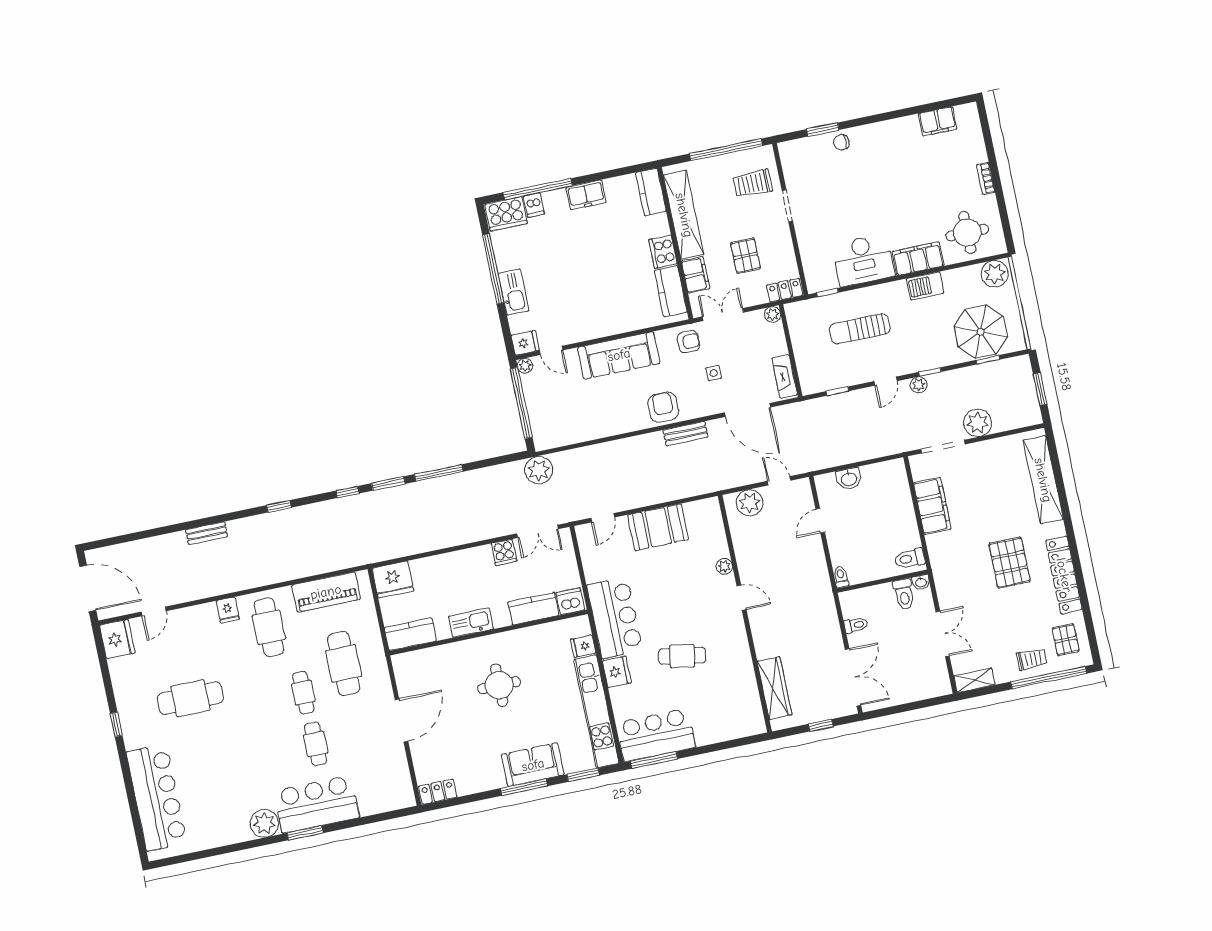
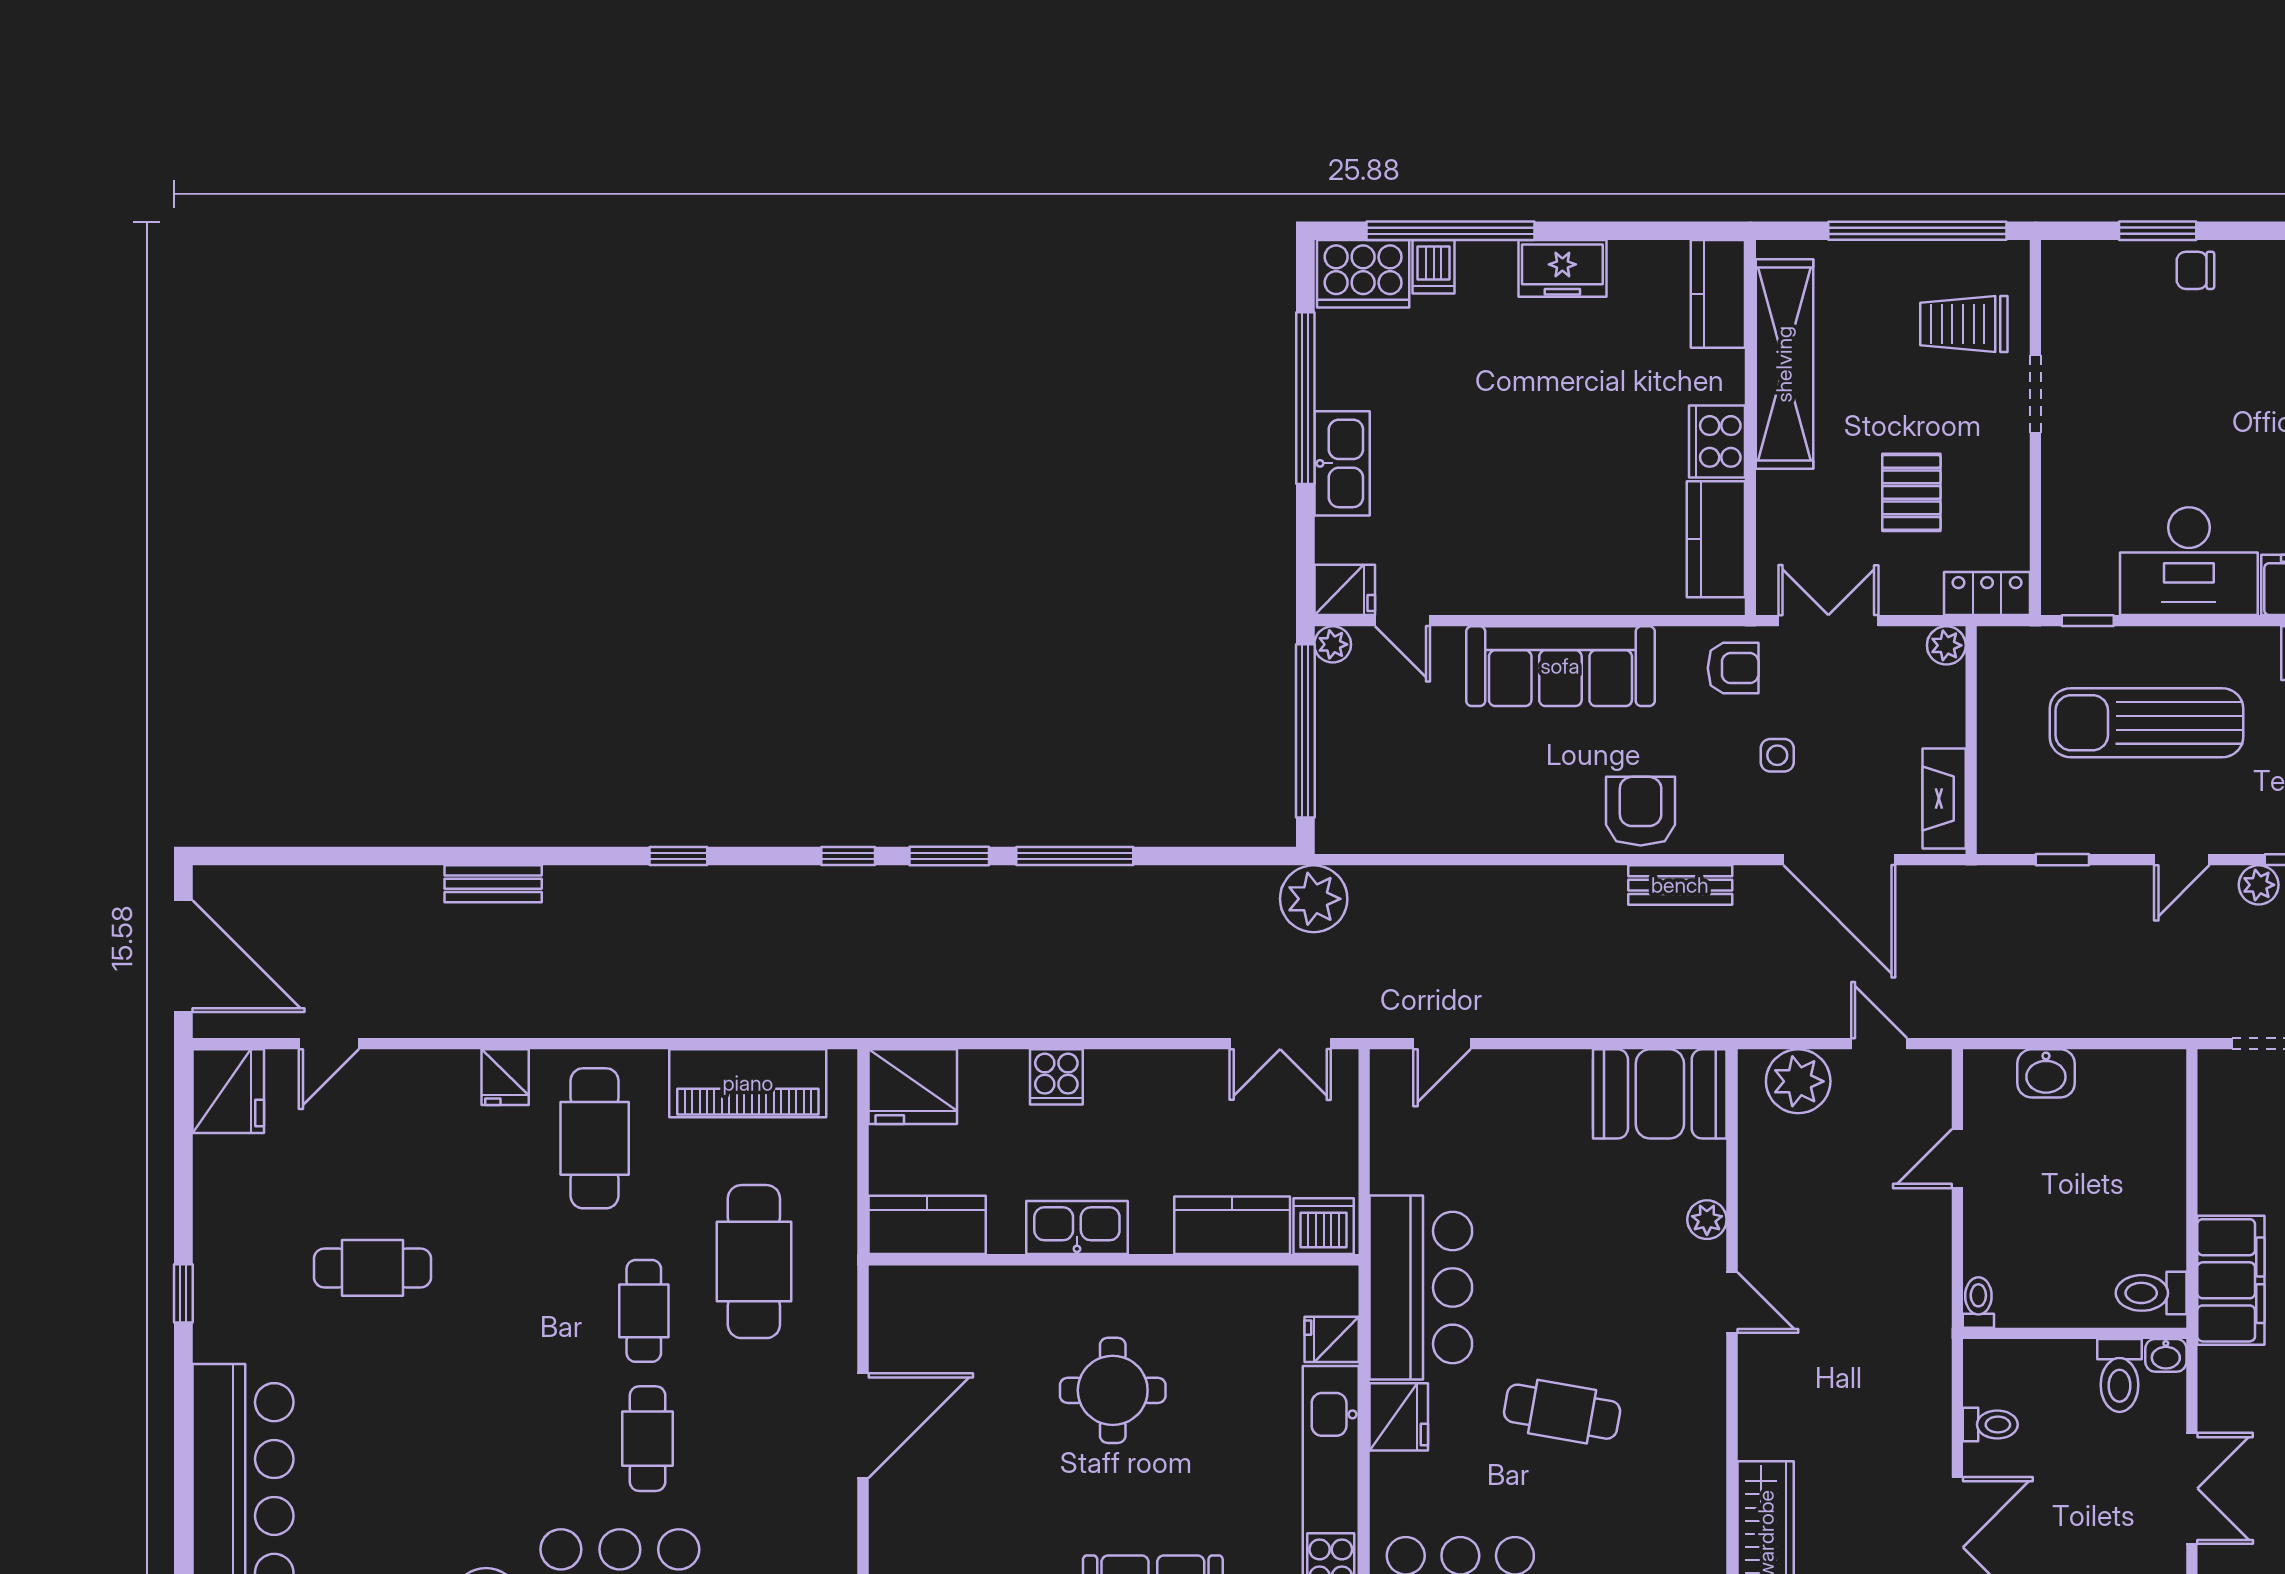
filing cabinet: (696, 275) -> (1783, 513), removed
sun lounger: (860, 329) -> (2146, 723), width x1.36, depth x1.34
filing cabinet: (932, 506) -> (2231, 1280), moved
booth: (658, 527) -> (1660, 1094), moved
cooker: (504, 552) -> (1056, 1077), moved
cafe table: (190, 698) -> (372, 1268), width x0.73, depth x0.74

